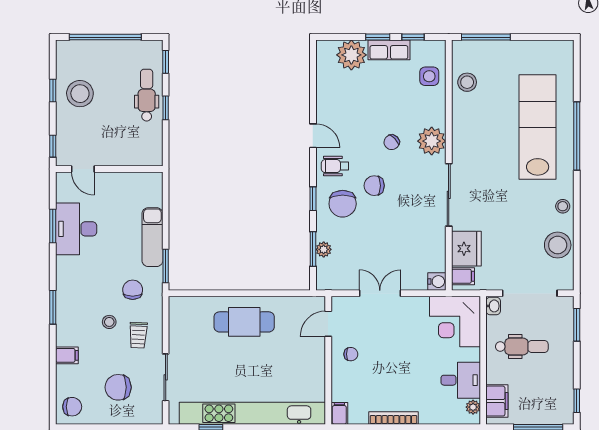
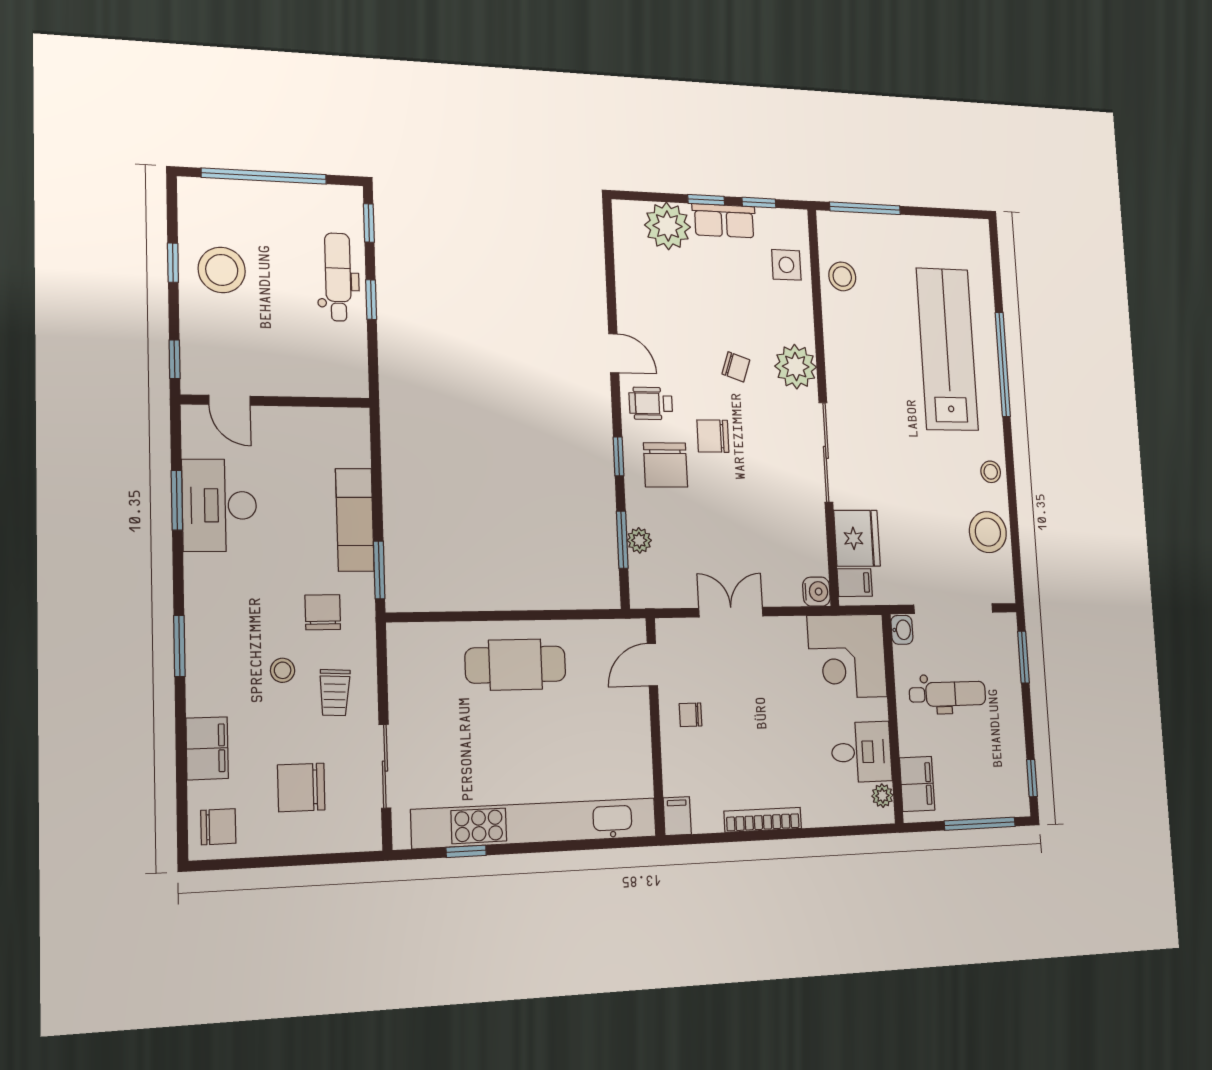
chair: (392, 142) -> (736, 367), turned -117
chair: (351, 354) -> (691, 715), turned 180
filing cabinet: (67, 355) -> (207, 748), width x2.00

